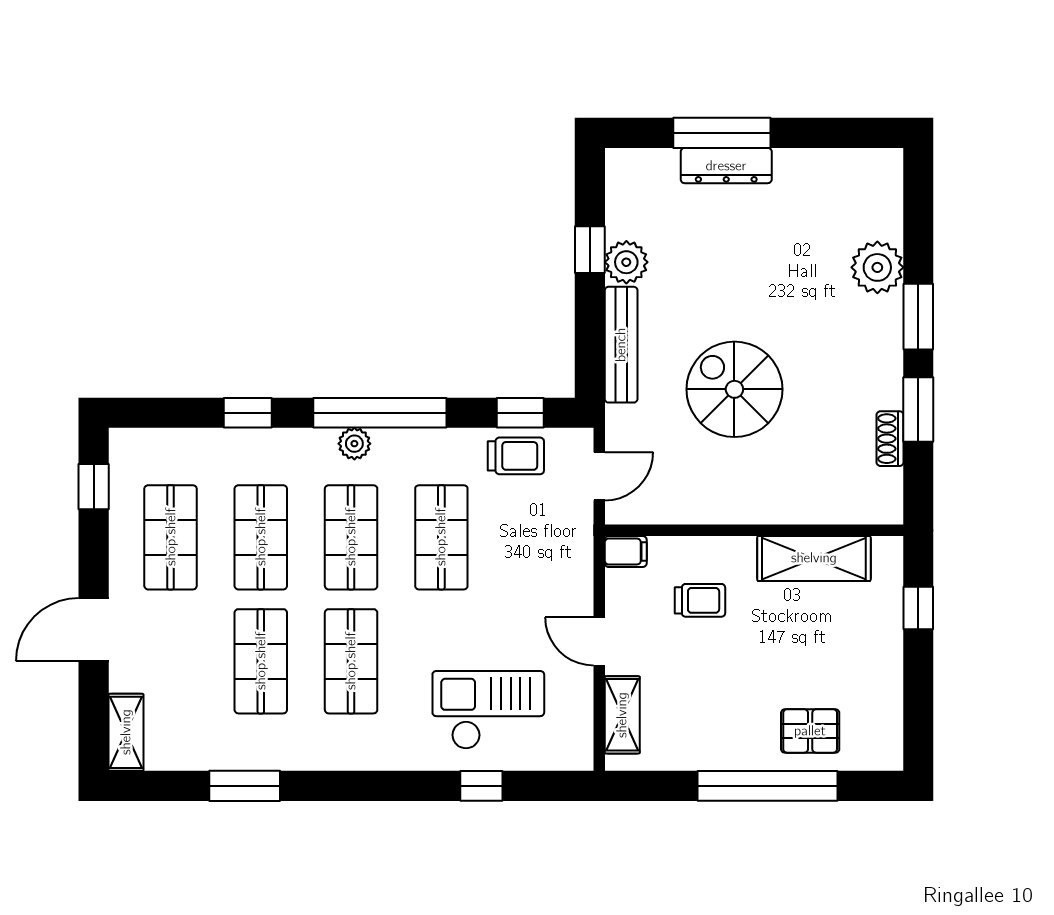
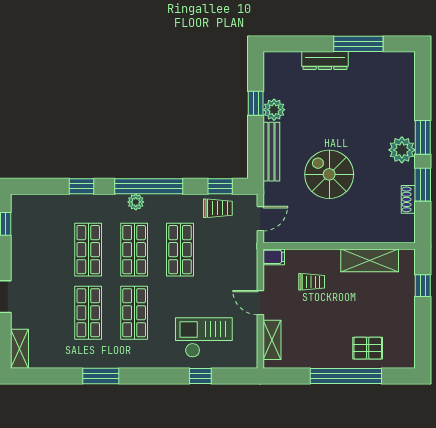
window: (722, 133) -> (358, 44), moved
plant: (877, 267) -> (402, 150), moved
shop shelf: (171, 537) -> (42, 250), removed
window: (245, 786) -> (101, 376), moved

